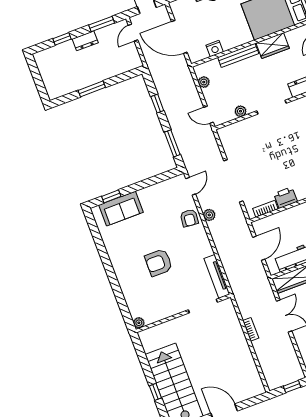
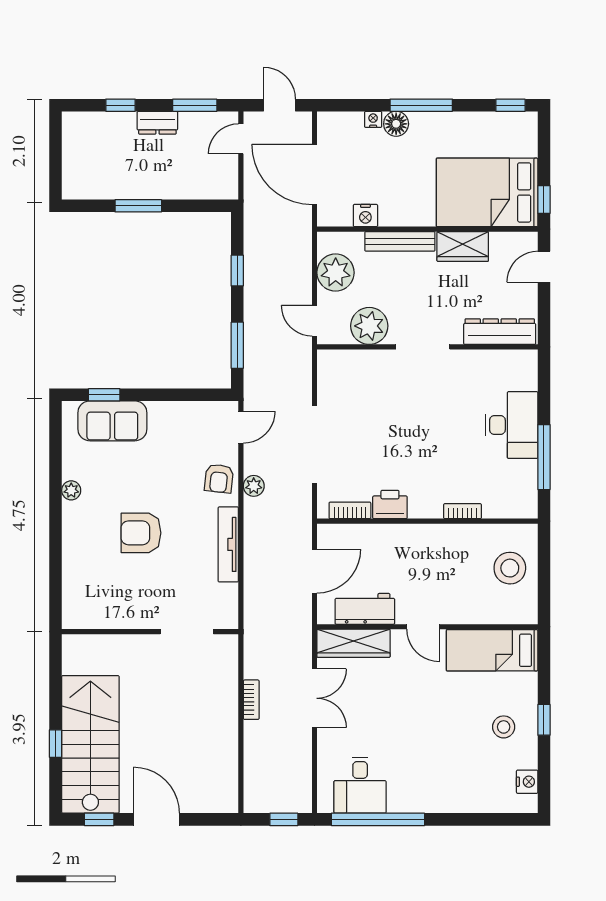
plant: (204, 82) -> (336, 273), width x1.87, depth x1.87
plant: (240, 111) -> (369, 326), width x1.87, depth x1.87
tv unit: (217, 276) -> (228, 544), moved
plant: (139, 323) -> (71, 490), moved

